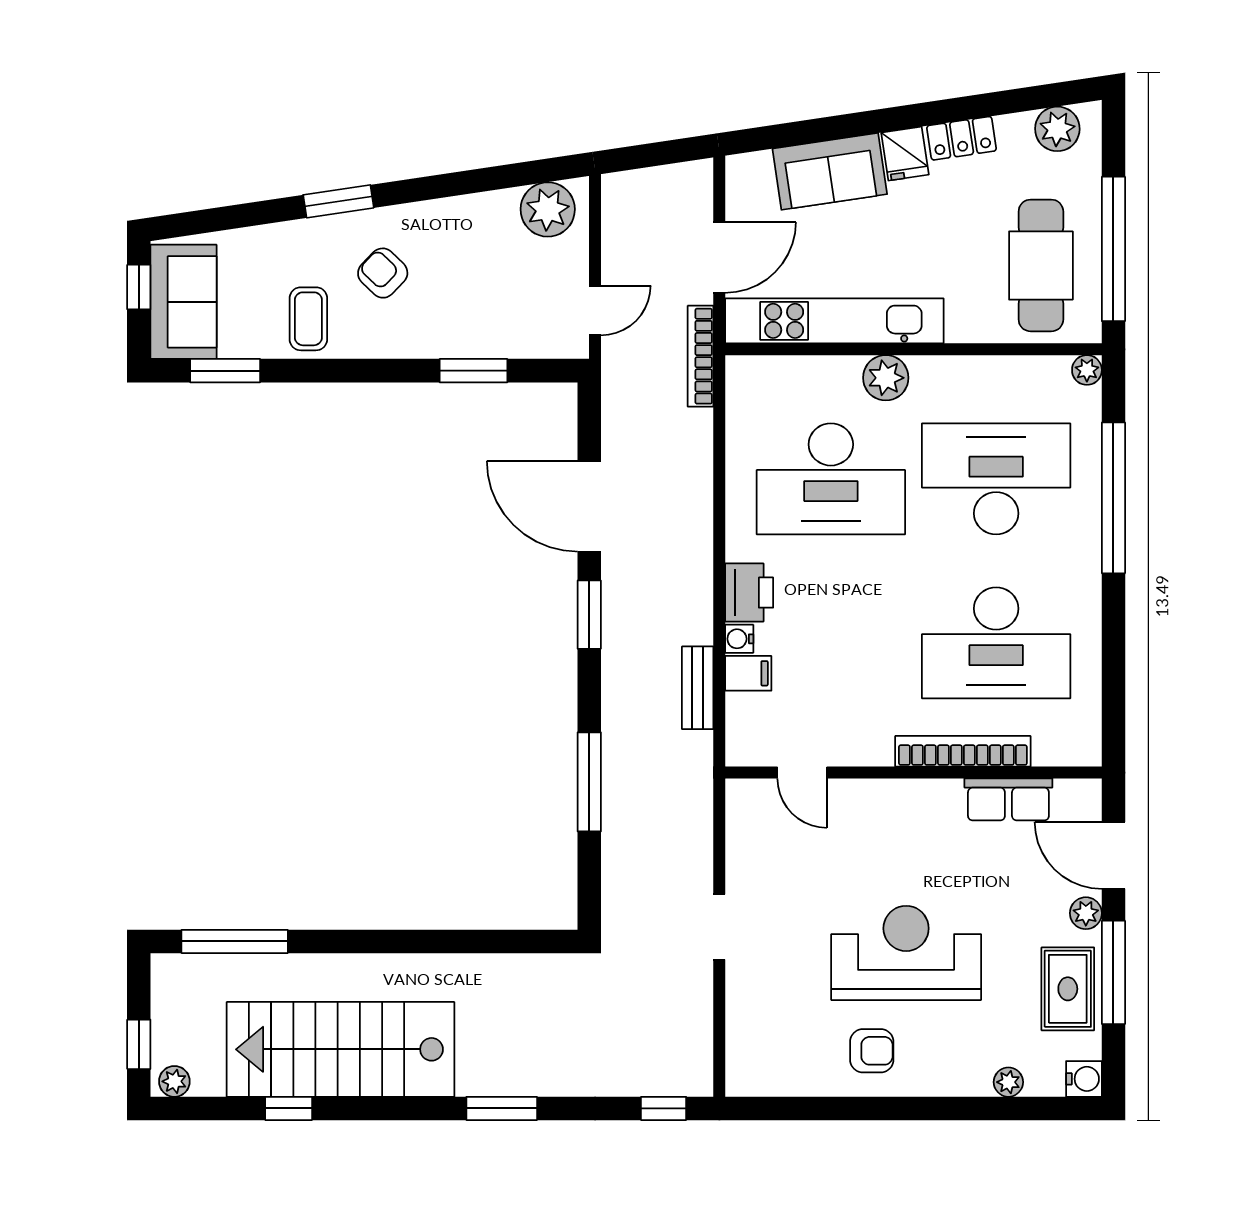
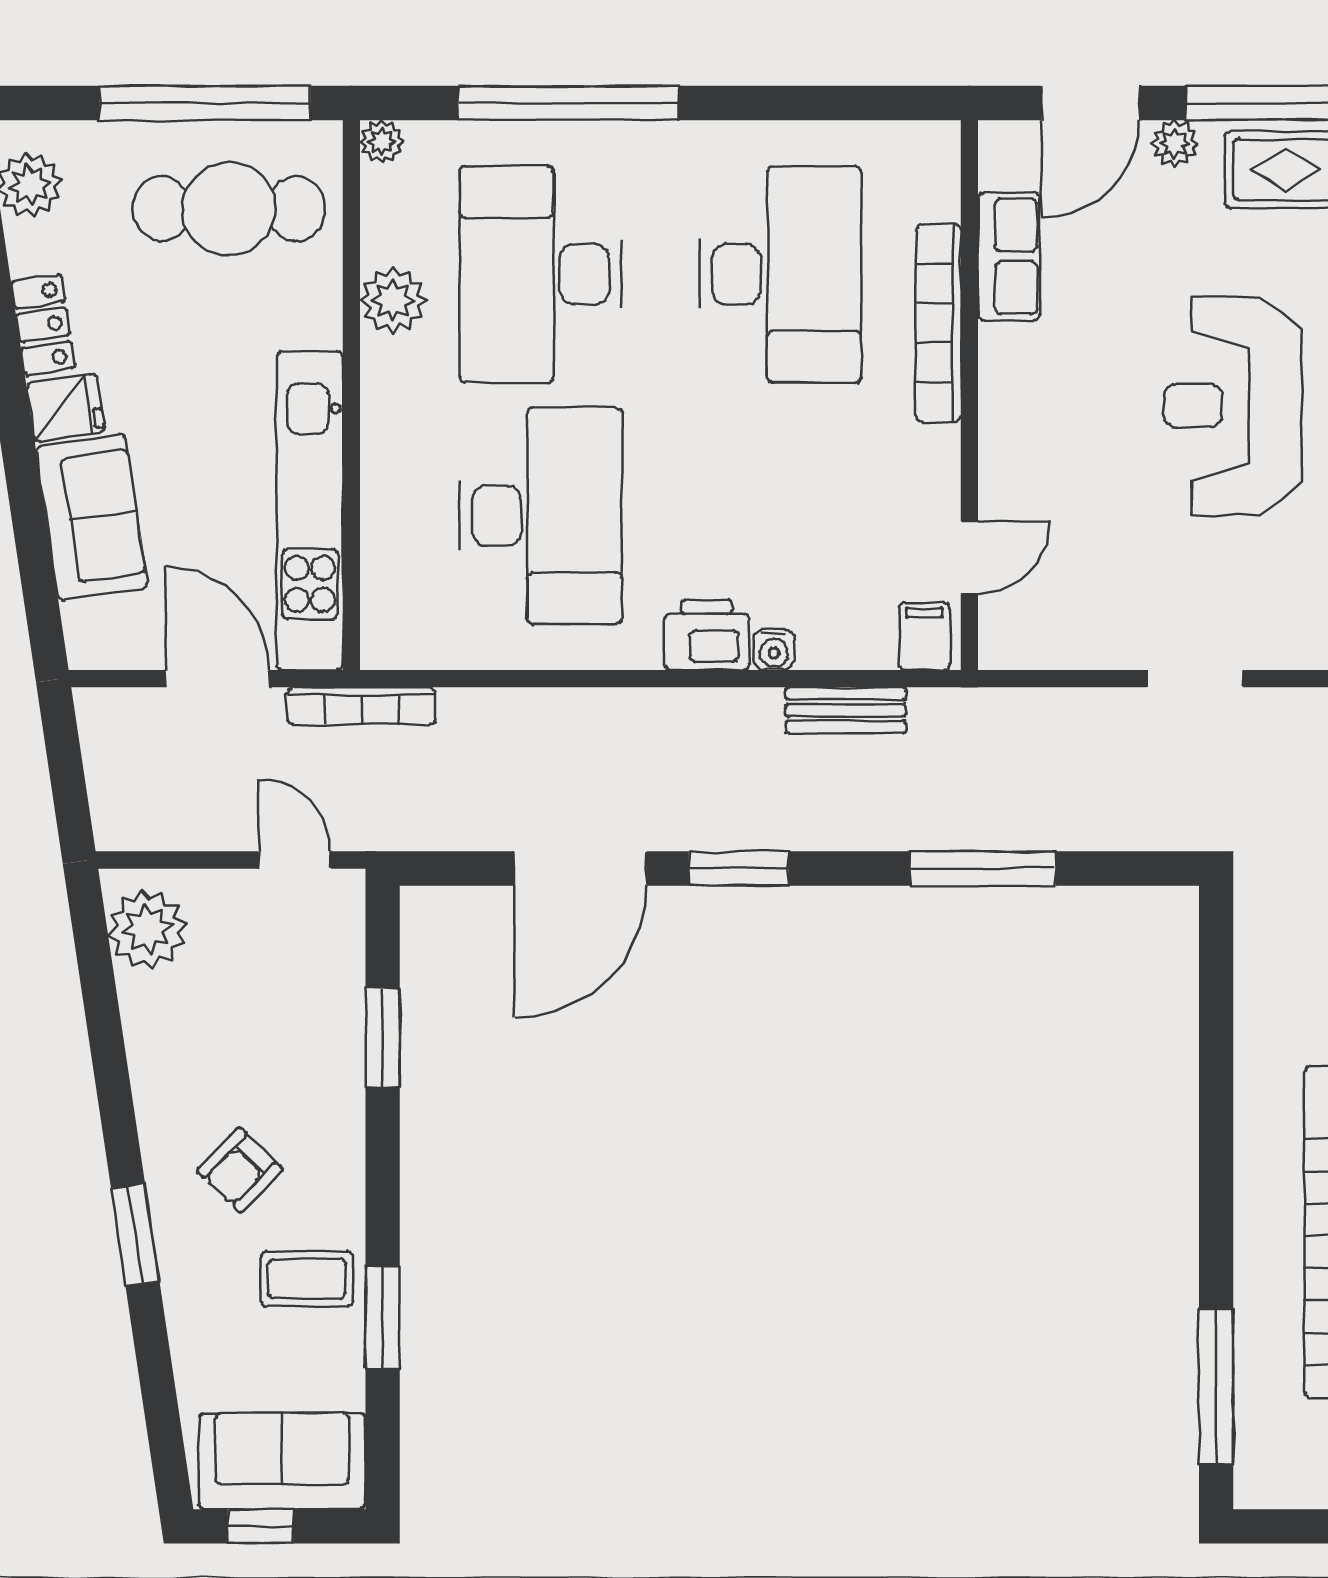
window: (225, 371) -> (383, 1317), moved
plant: (886, 378) -> (393, 300), moved
filing cabinet: (748, 673) -> (924, 636), moved

